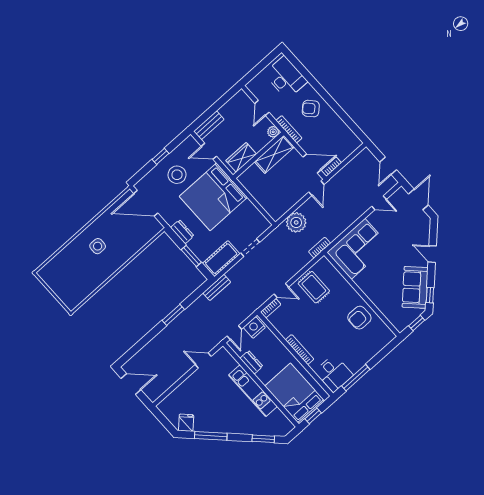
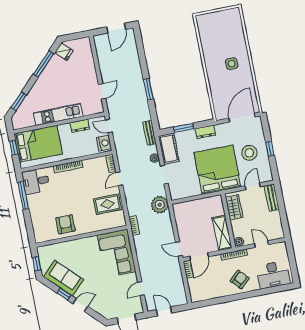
plant: (296, 222) -> (160, 205), moved
plant: (239, 267) -> (155, 158), added
window: (430, 295) -> (64, 294), moved

